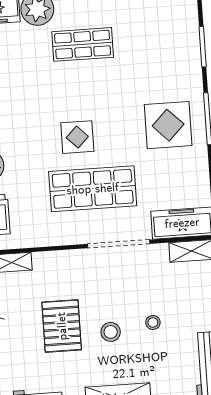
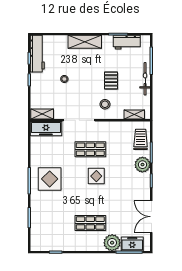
shop shelf: (93, 189) -> (90, 149), width x0.70, depth x0.74
pallet: (62, 326) -> (111, 80), width x0.67, depth x0.71
stool: (111, 332) -> (105, 104), moved

